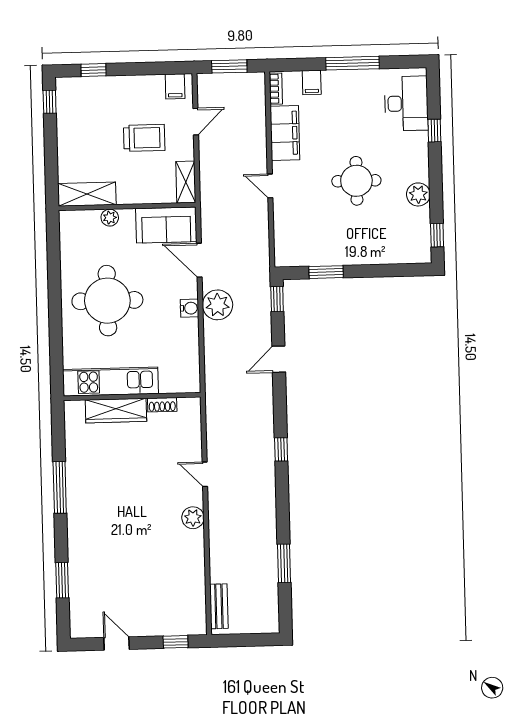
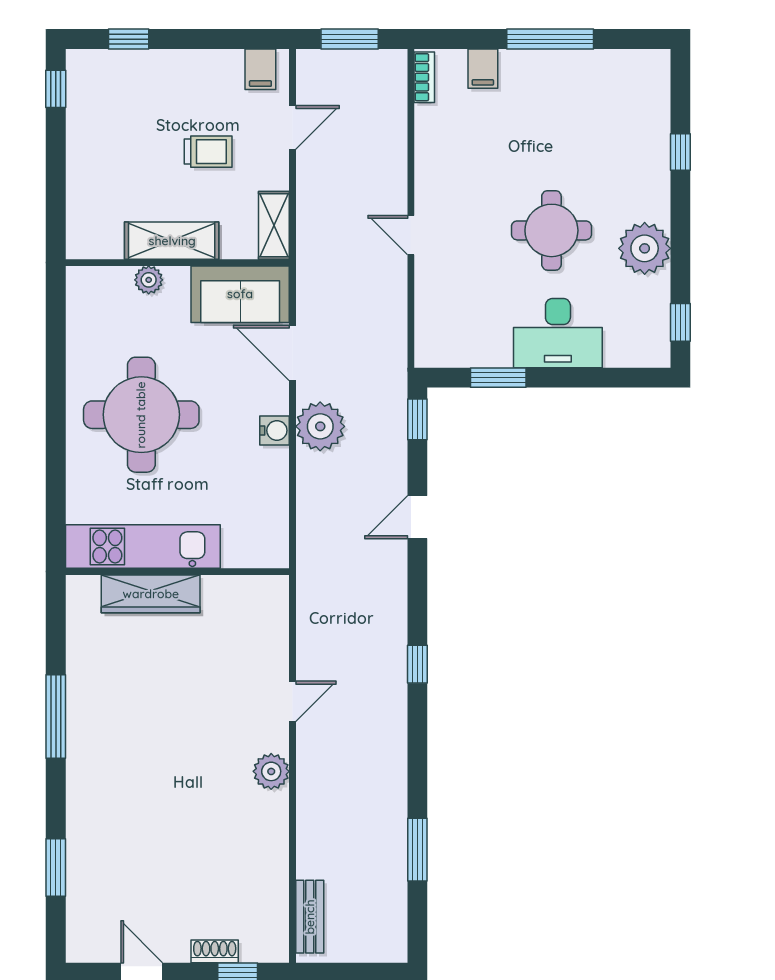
desk: (406, 103) -> (558, 333), moved, turned 90
filing cabinet: (285, 133) -> (437, 150), removed
trolley: (144, 138) -> (208, 152), width x0.73, depth x0.72
shelving: (87, 194) -> (172, 241), moved
plant: (418, 194) -> (645, 248), width x1.36, depth x1.36
shoe rack: (162, 405) -> (215, 951), moved, turned 180
door: (205, 474) -> (292, 701), swing flipped

